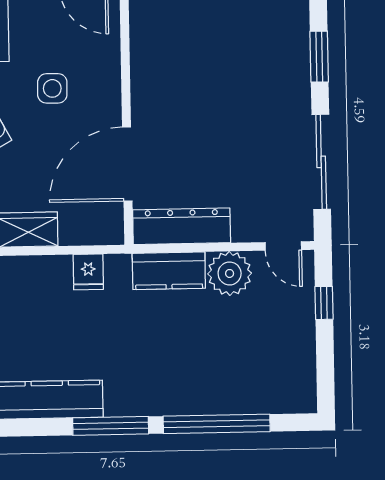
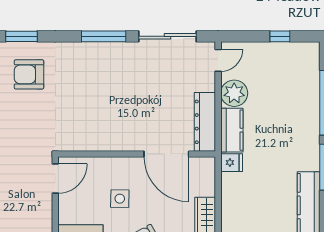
window: (319, 57) -> (104, 36), width x1.44
fridge: (88, 272) -> (232, 163), moved
window: (324, 303) -> (280, 36), moved

